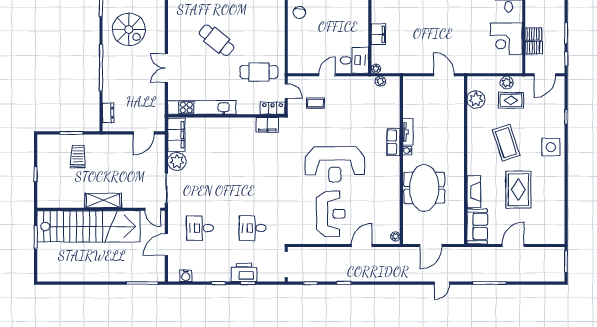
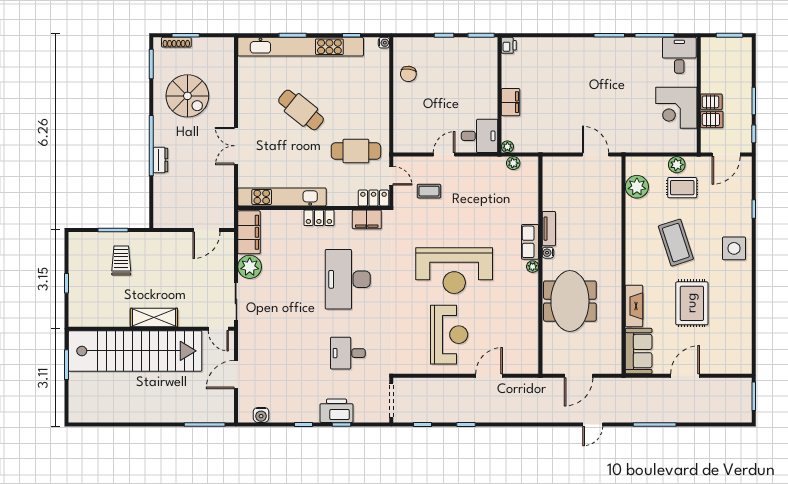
dresser: (108, 113) -> (160, 160), moved
locker: (230, 124) -> (319, 218), added
desk: (200, 228) -> (348, 279), moved, width x1.87, depth x1.30
plant: (395, 236) -> (533, 267), moved

